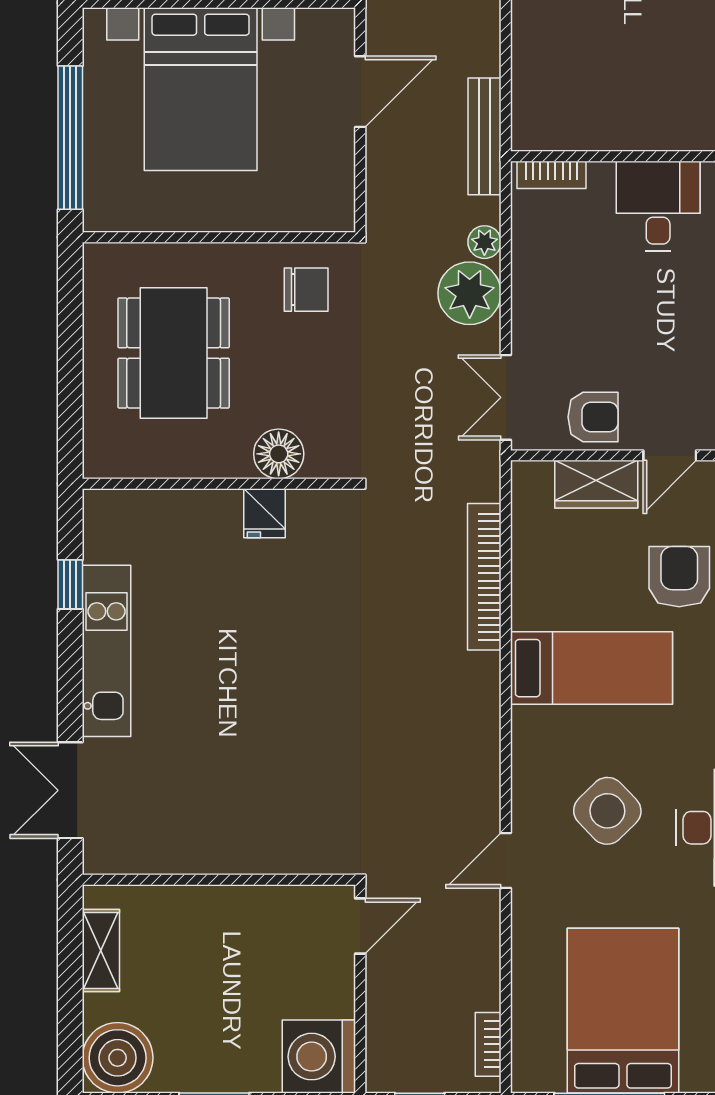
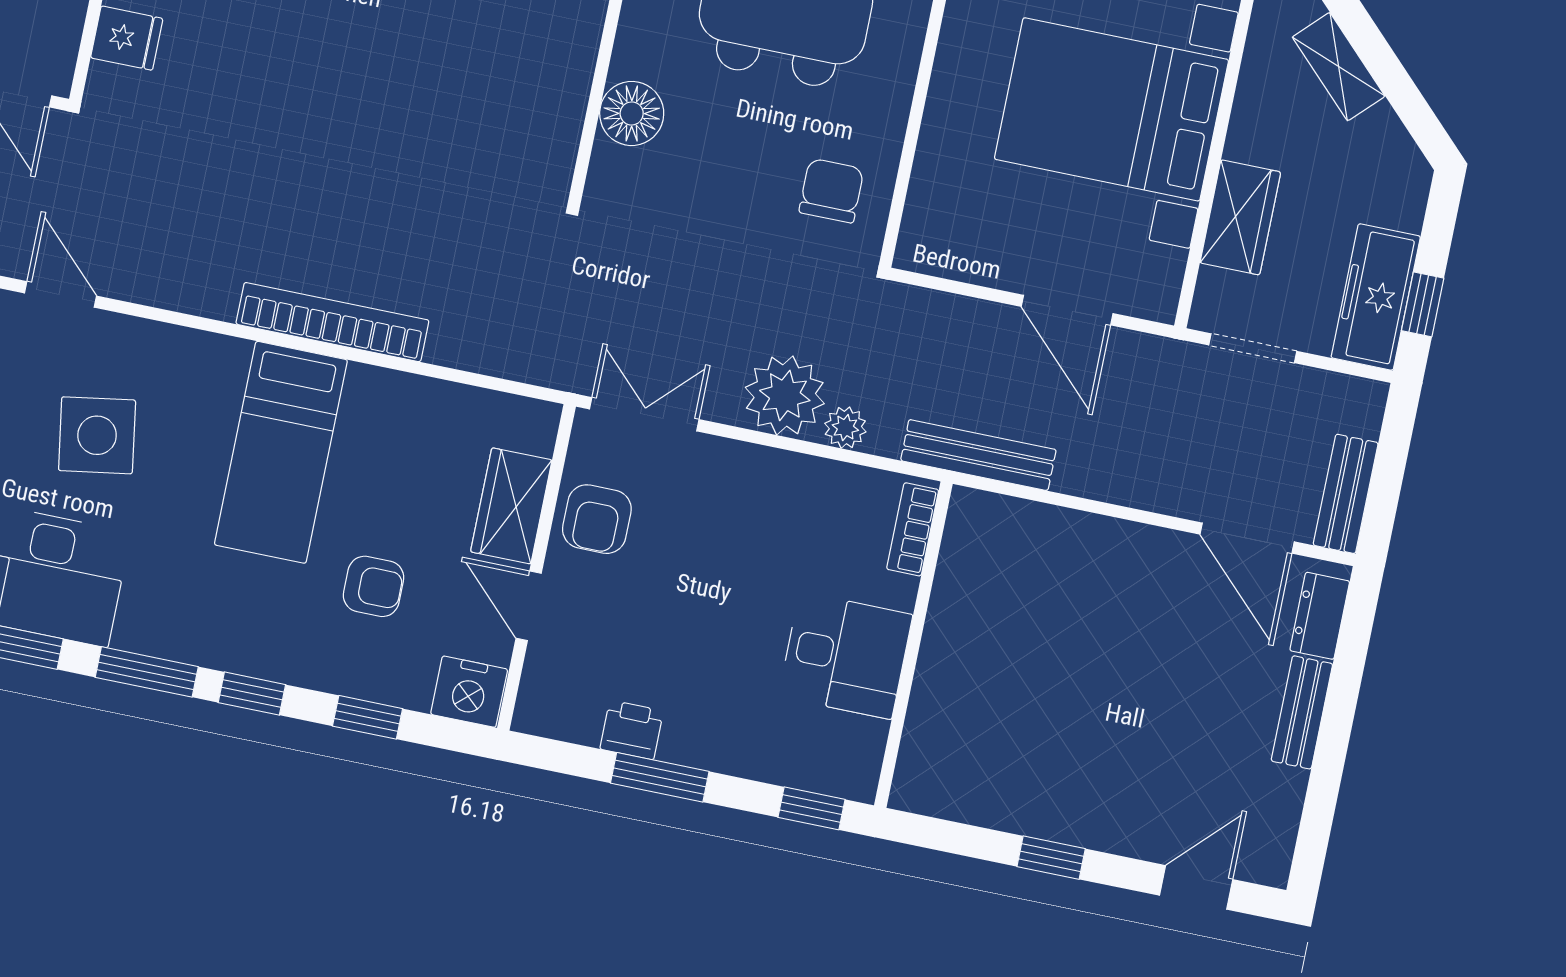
chair: (306, 290) -> (831, 191), turned 180
fridge: (265, 513) -> (127, 38), moved, turned 180
bookcase: (484, 577) -> (332, 322), moved
armchair: (679, 577) -> (374, 586), width x0.72, depth x0.72
side table: (607, 811) -> (97, 435), turned 35

